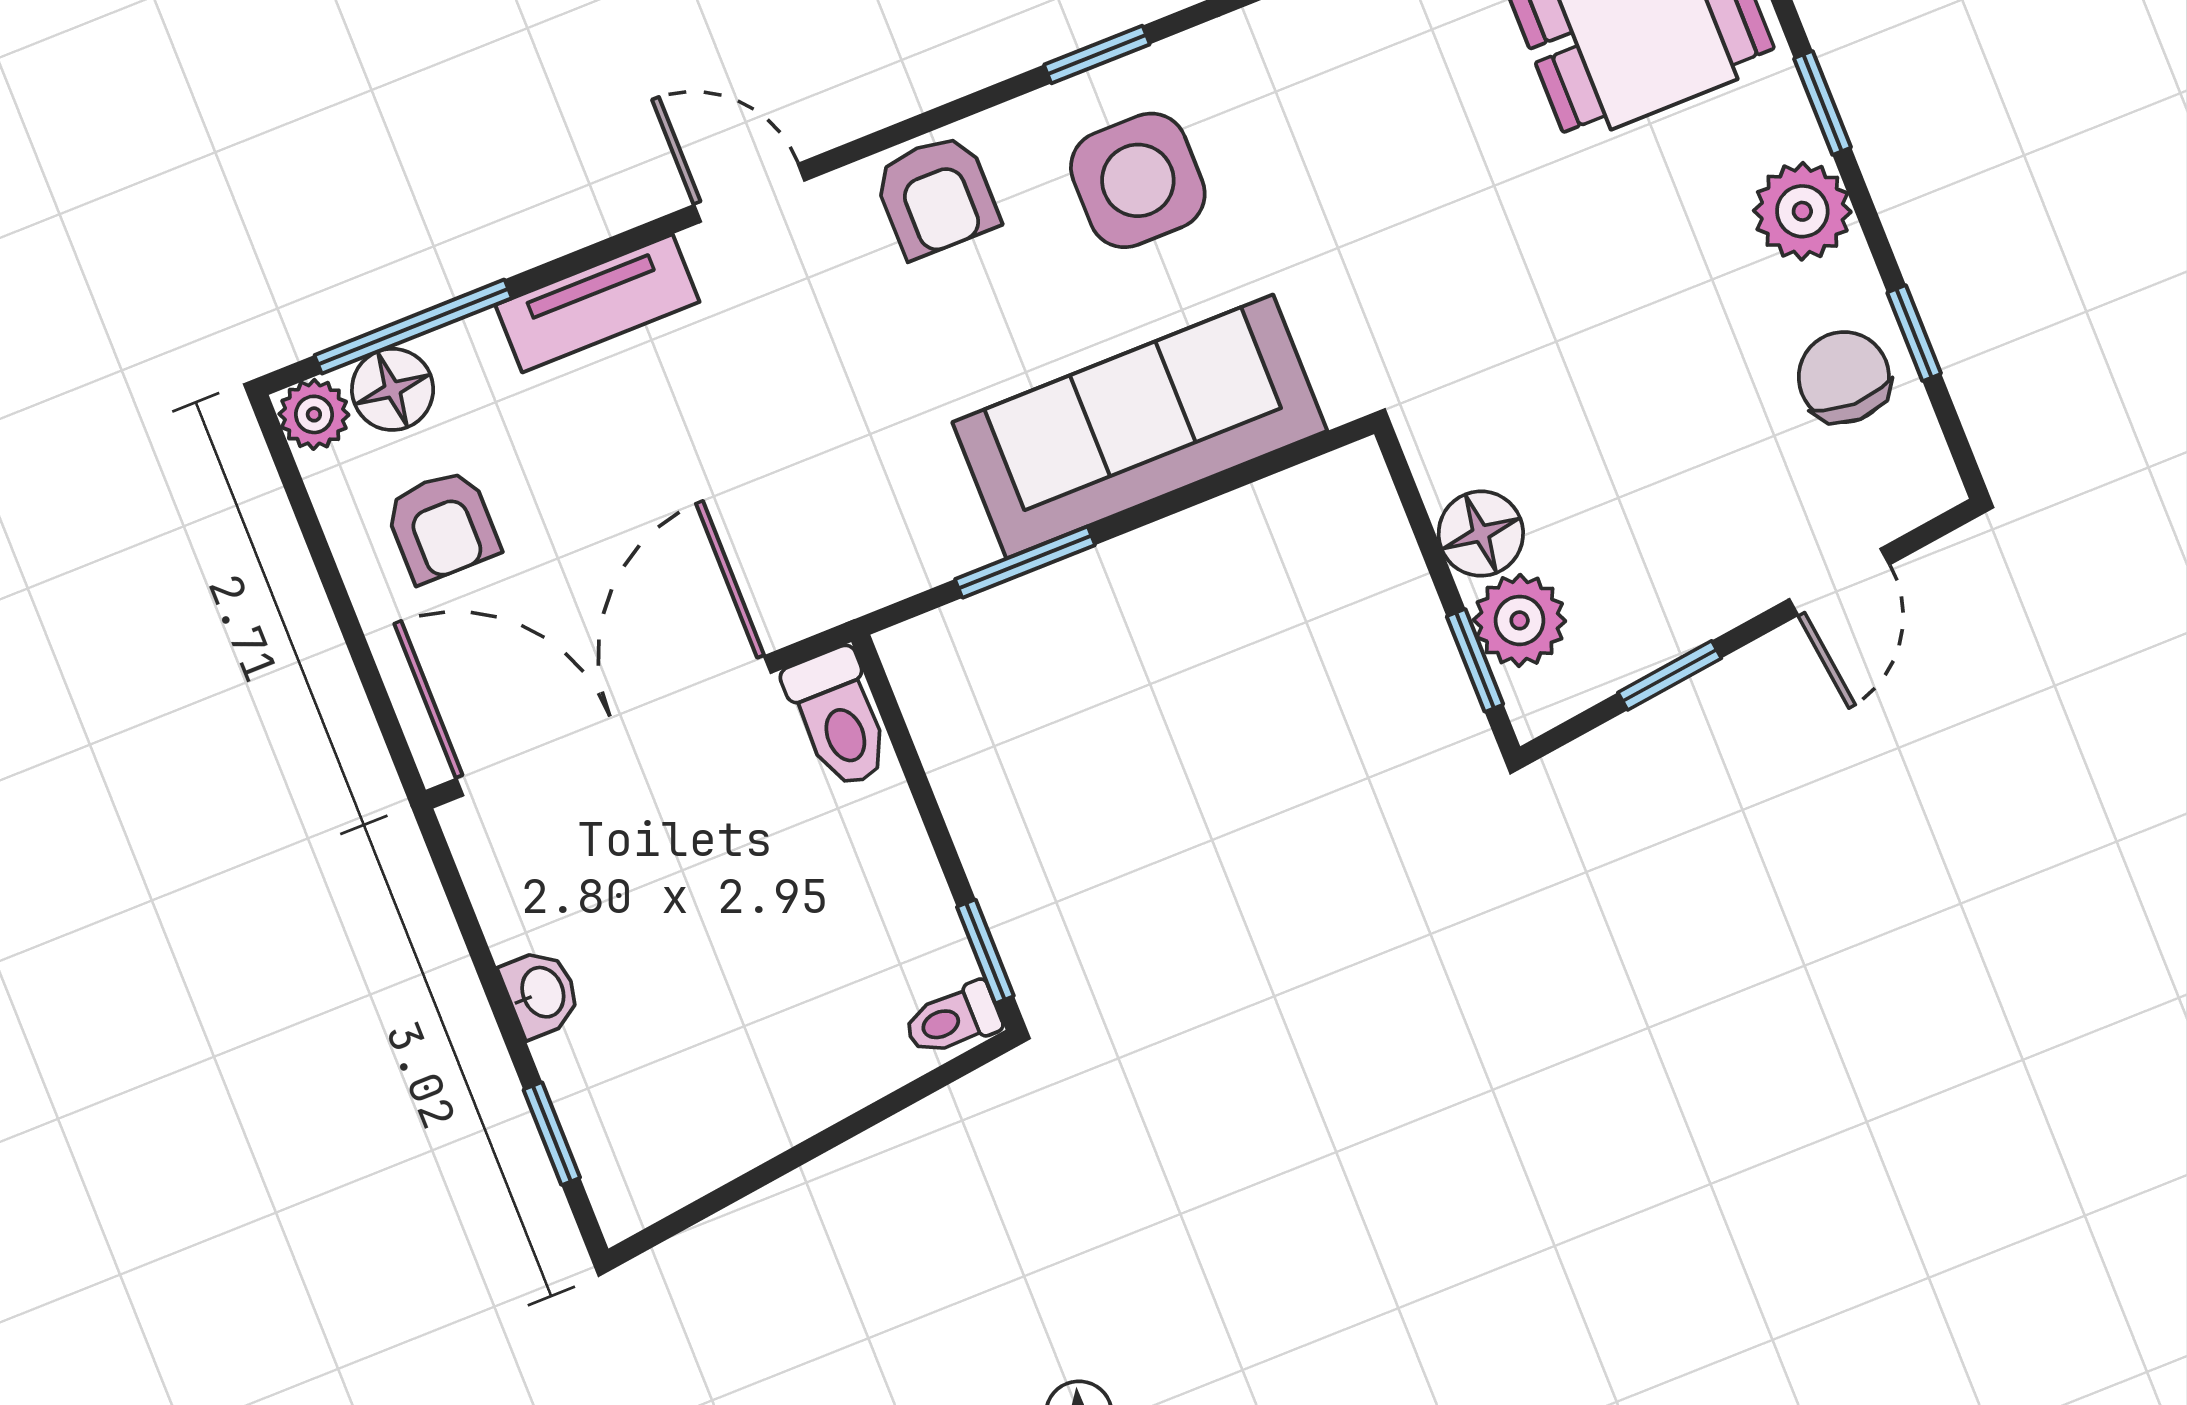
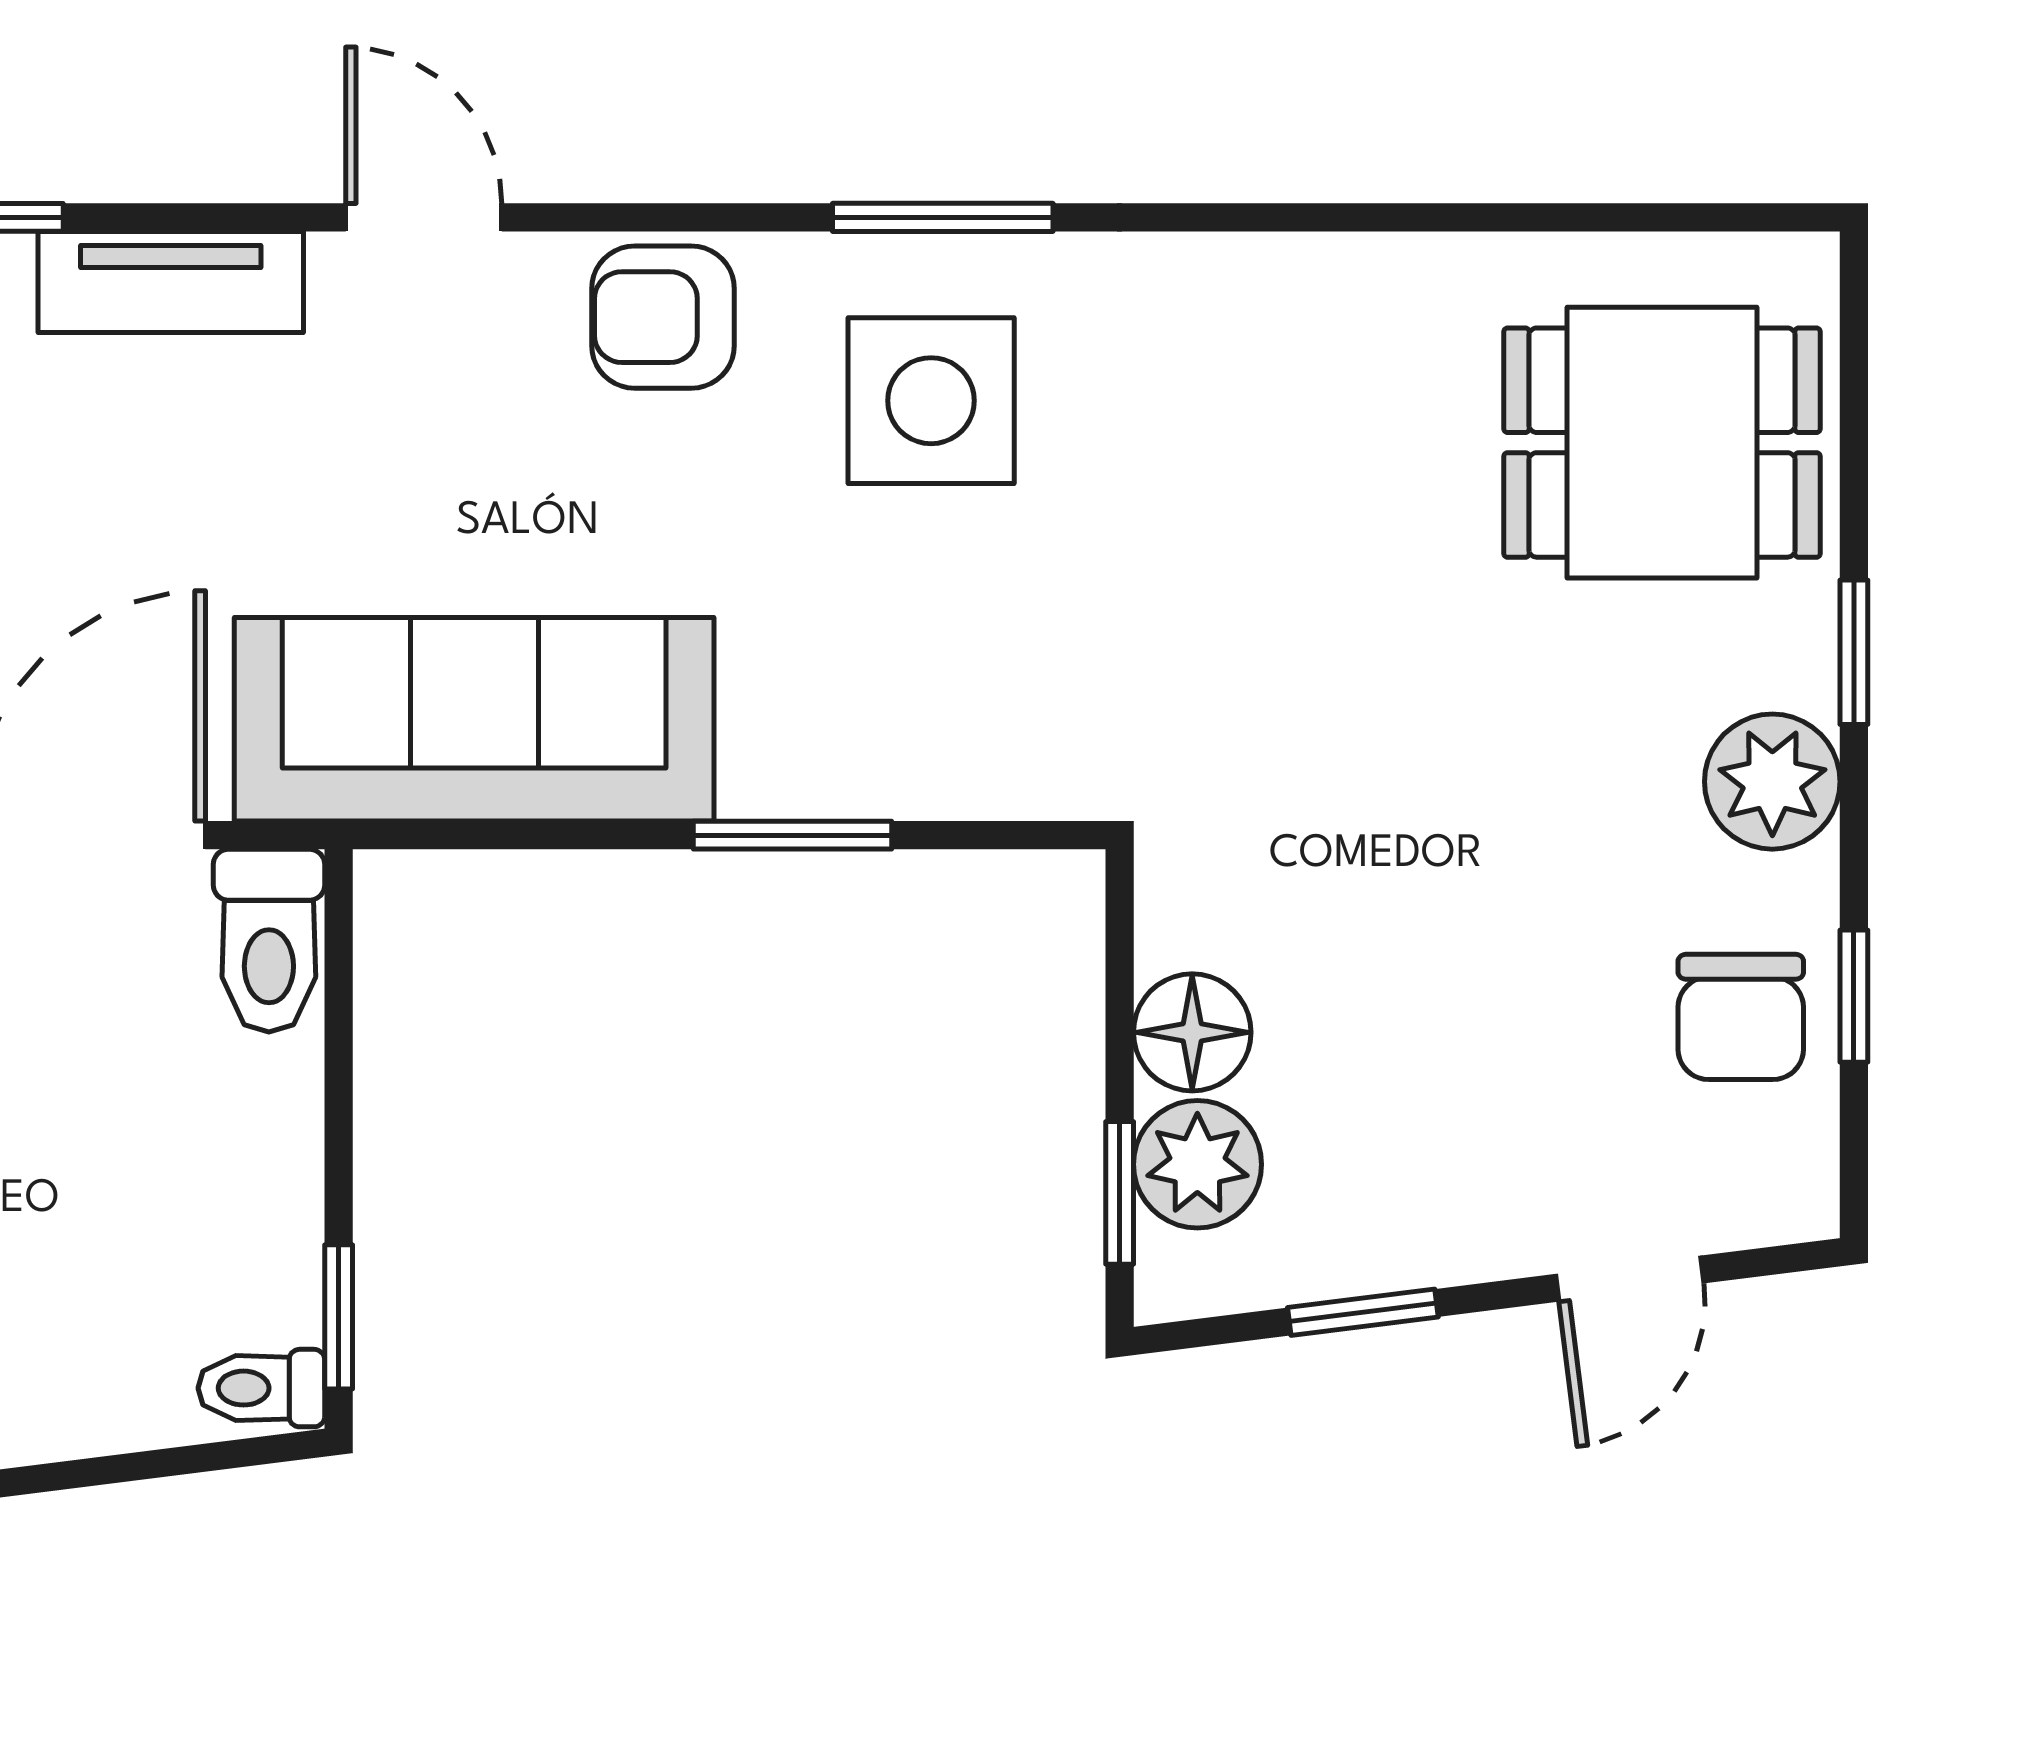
window: (1097, 55) -> (943, 217), width x1.50
armchair: (936, 196) -> (663, 317), turned 90
chair: (1844, 377) -> (1741, 1017), turned 180
sofa: (1140, 427) -> (474, 719), moved
window: (1025, 562) -> (792, 835), moved

